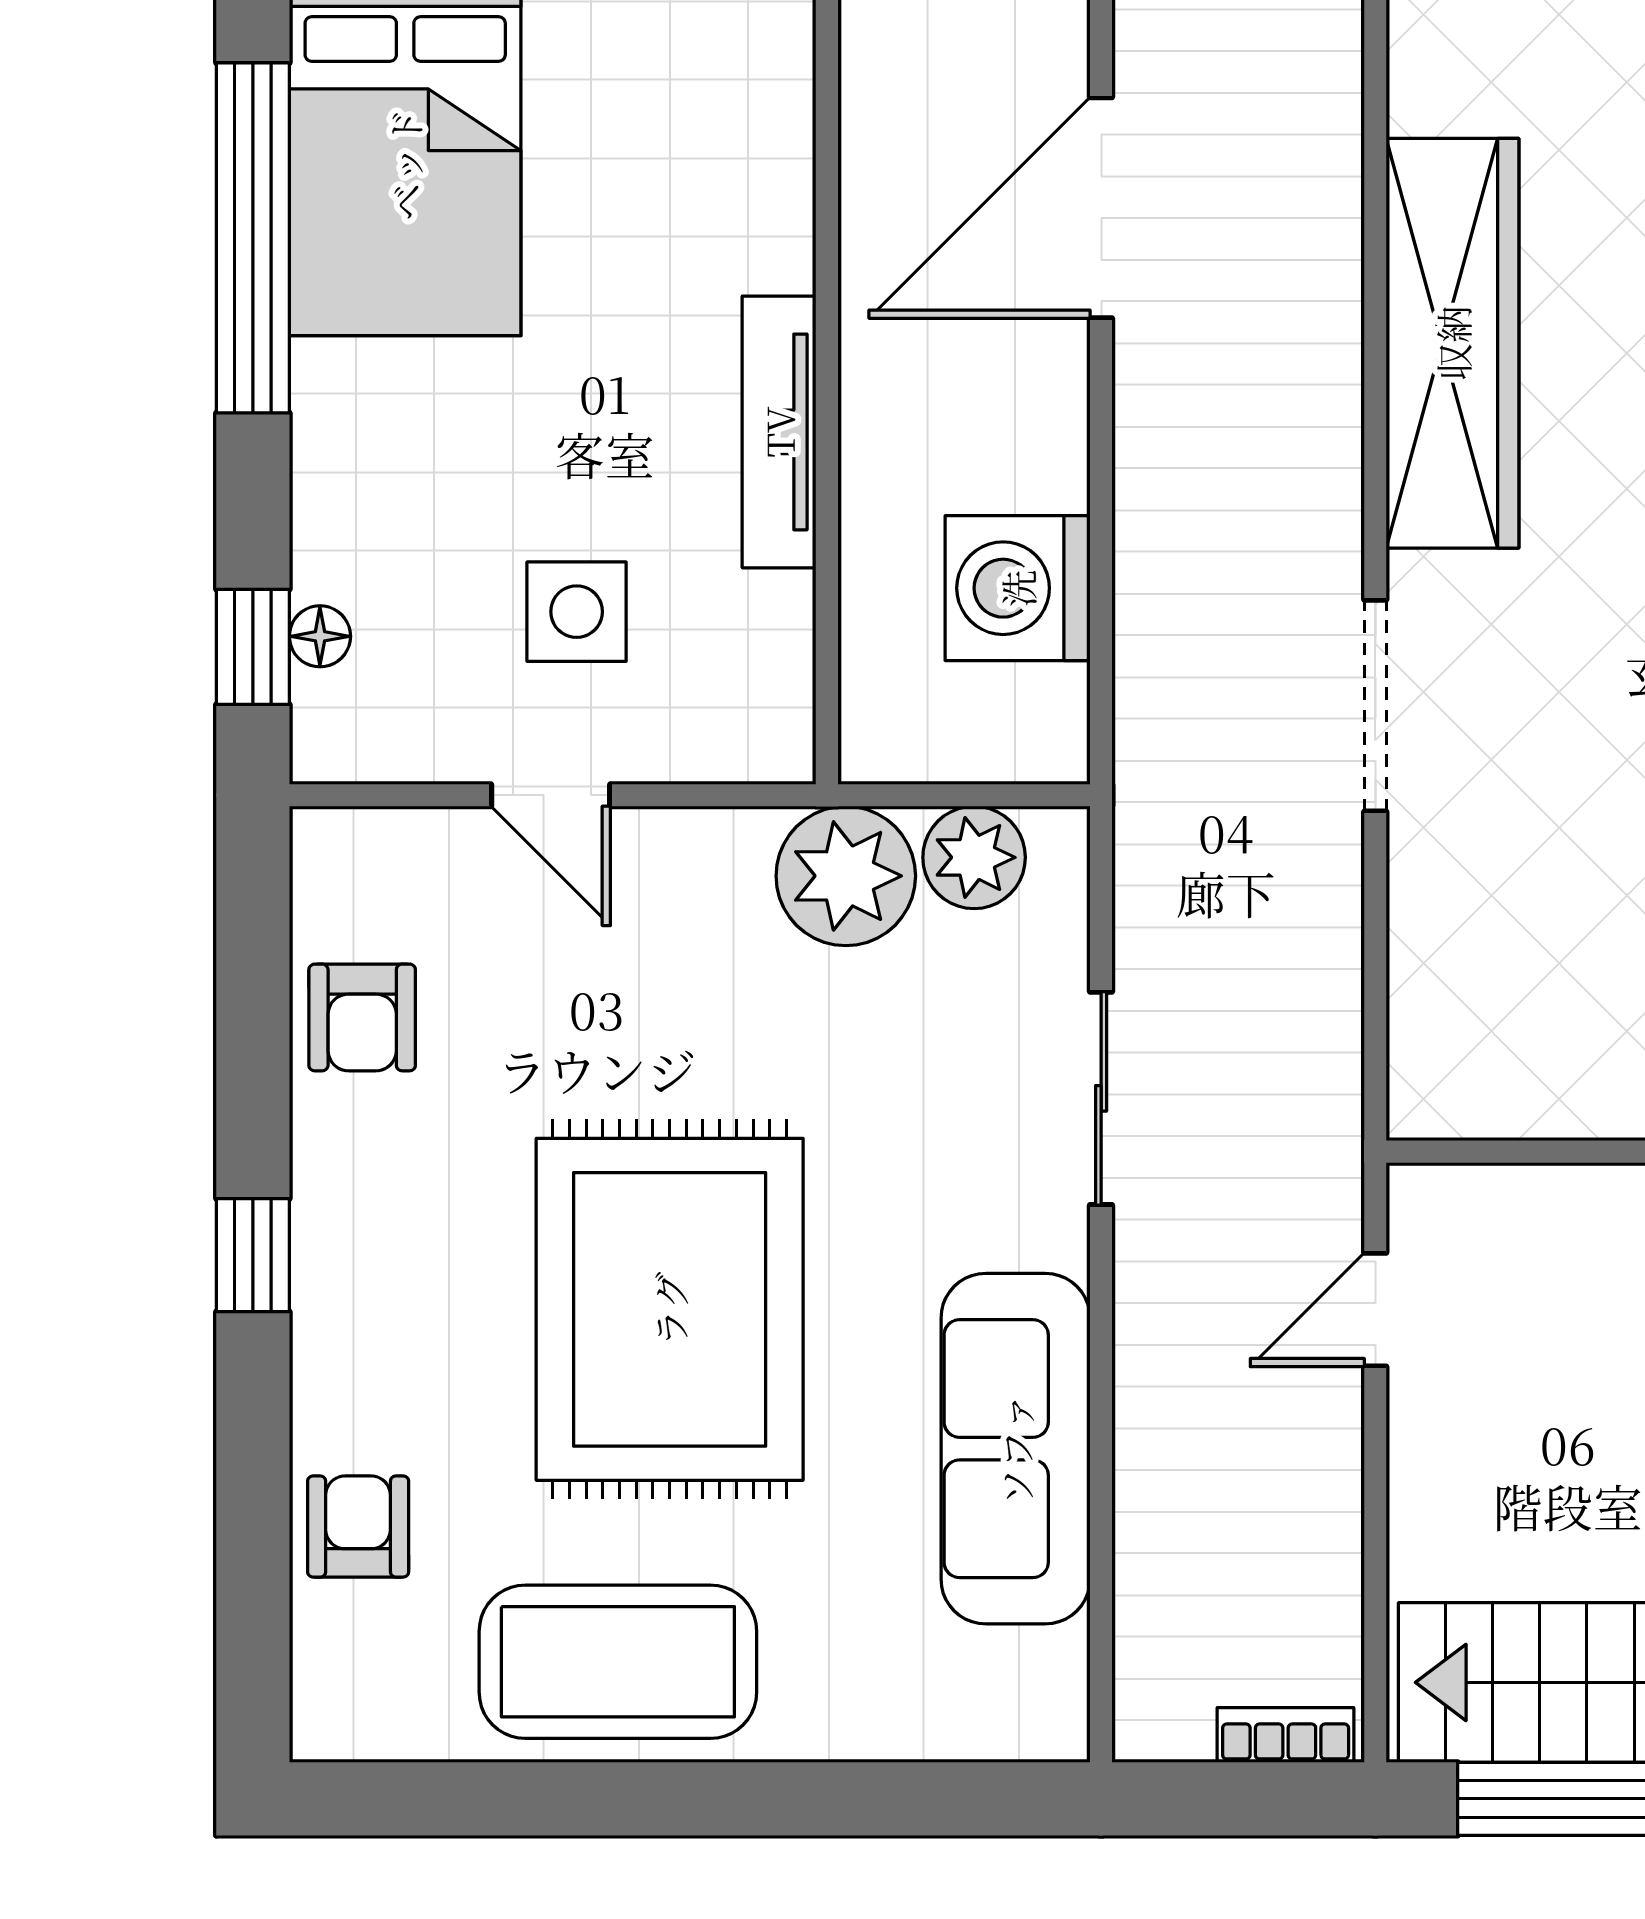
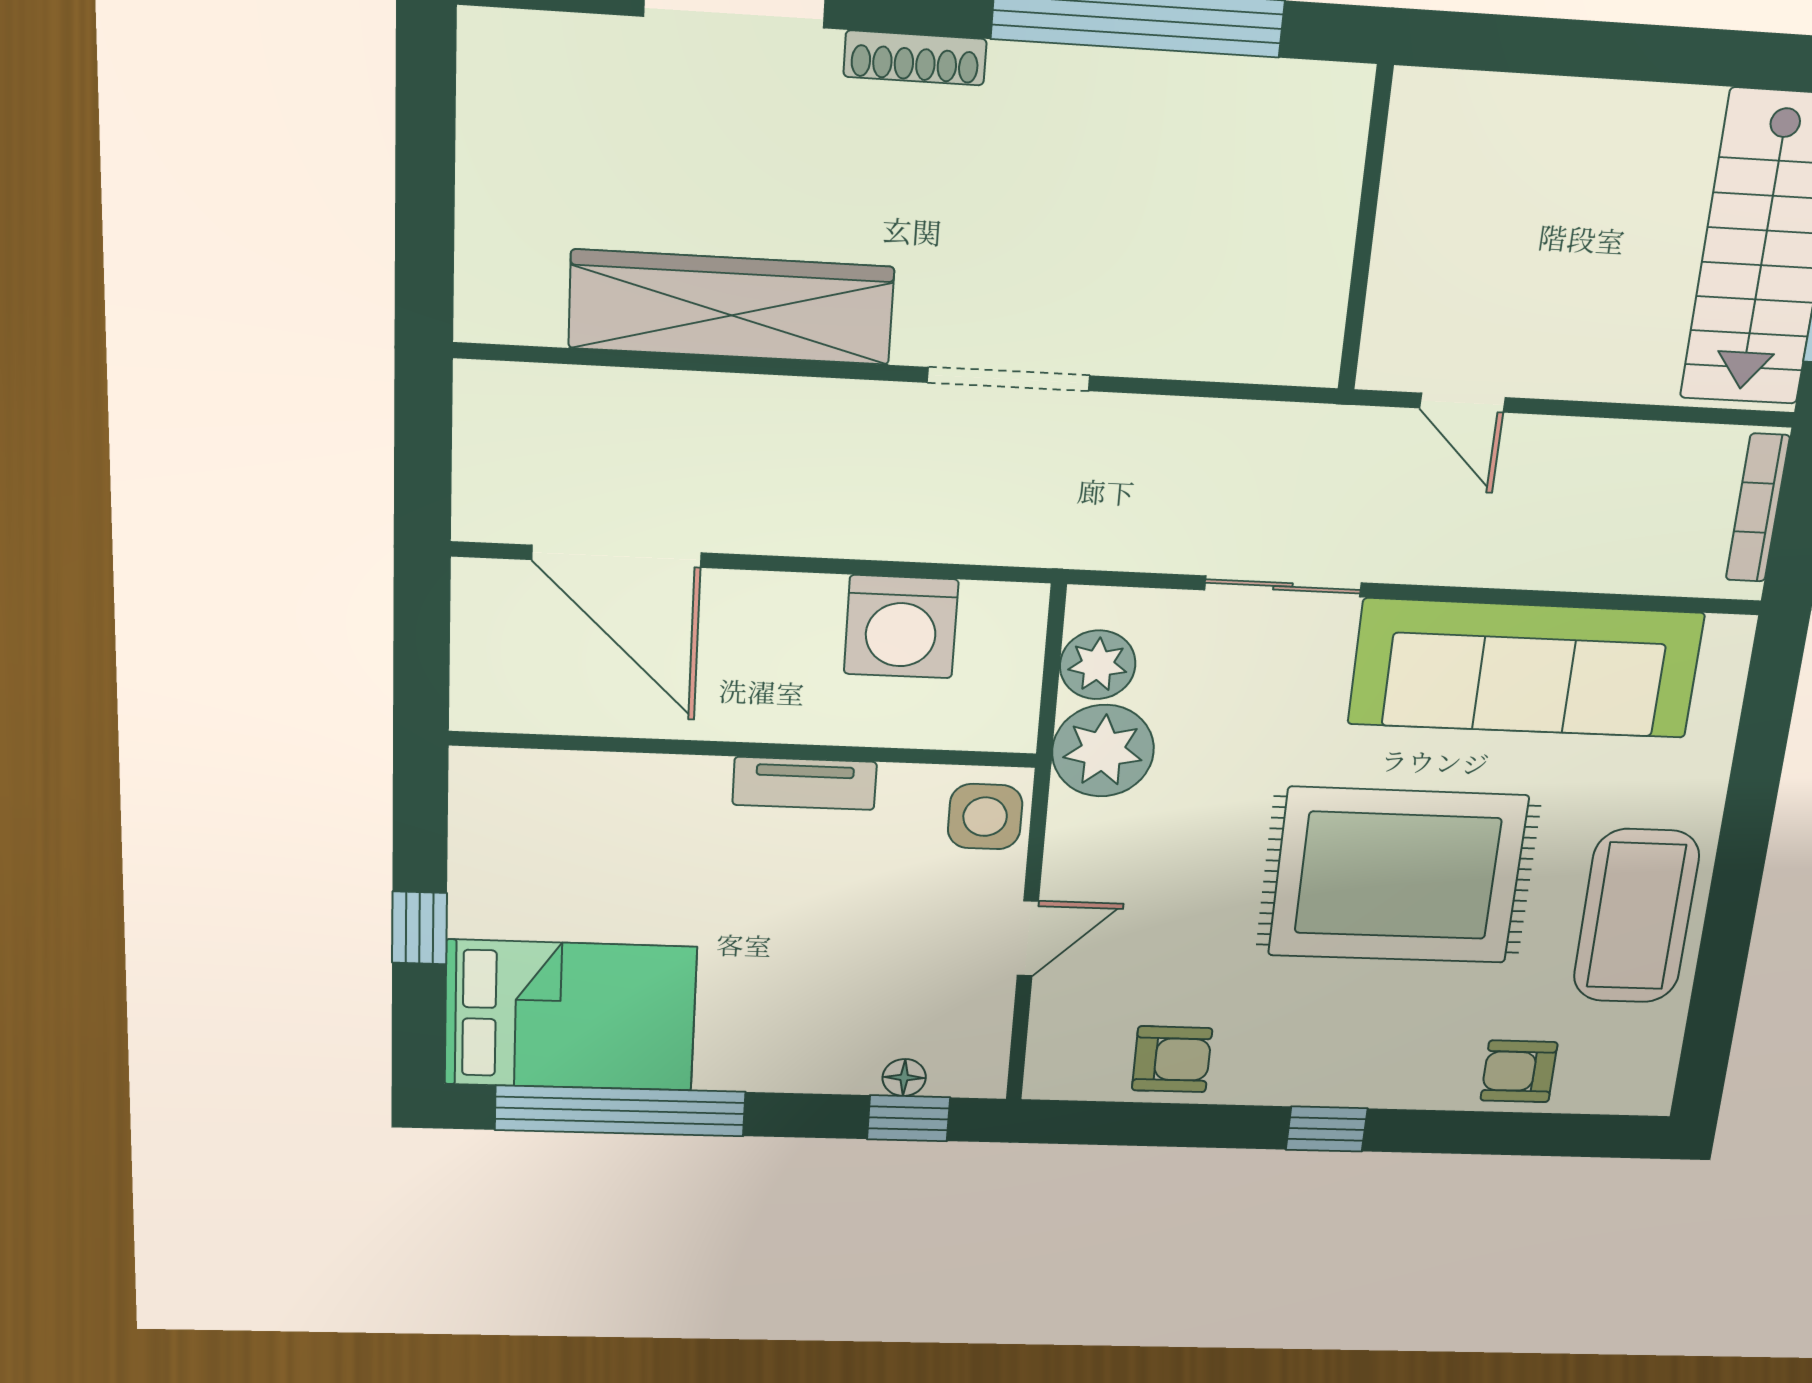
tv unit: (779, 432) -> (805, 783), width x0.71
side table: (577, 612) -> (985, 817), moved
sofa: (1016, 1449) -> (1526, 669), width x1.36, depth x1.27
bookcase: (1286, 1735) -> (1758, 508), width x1.56

